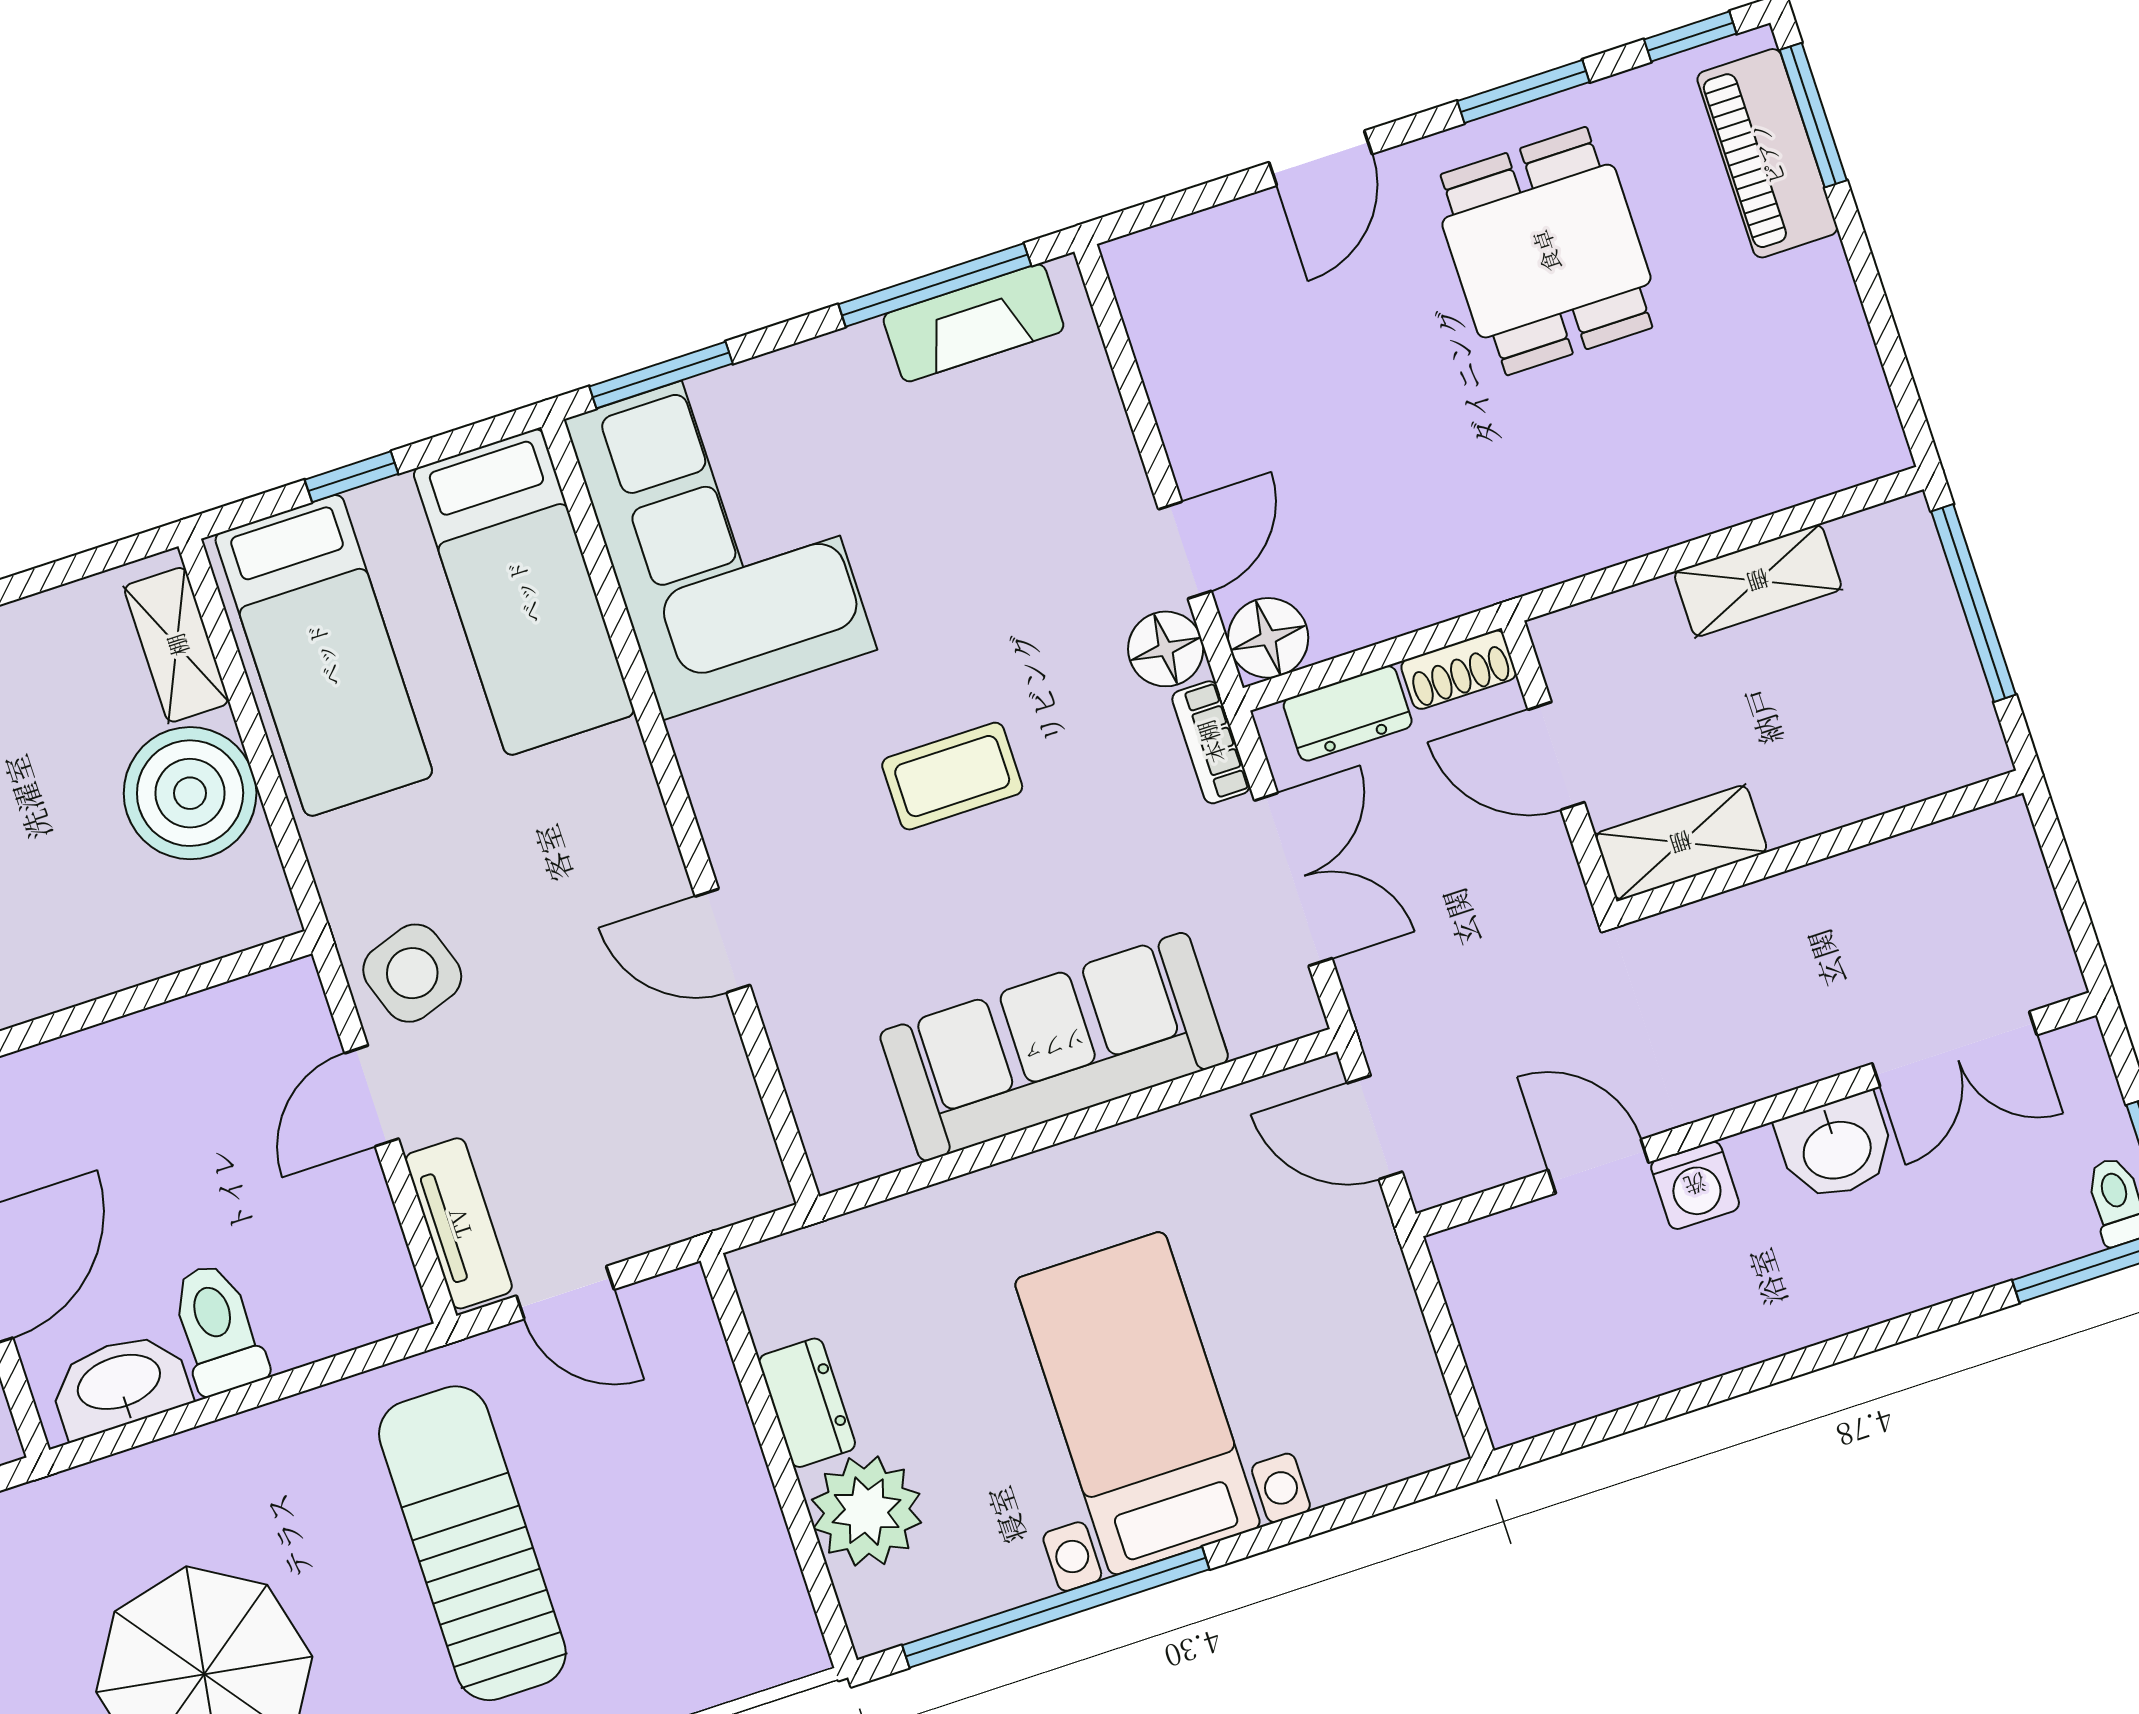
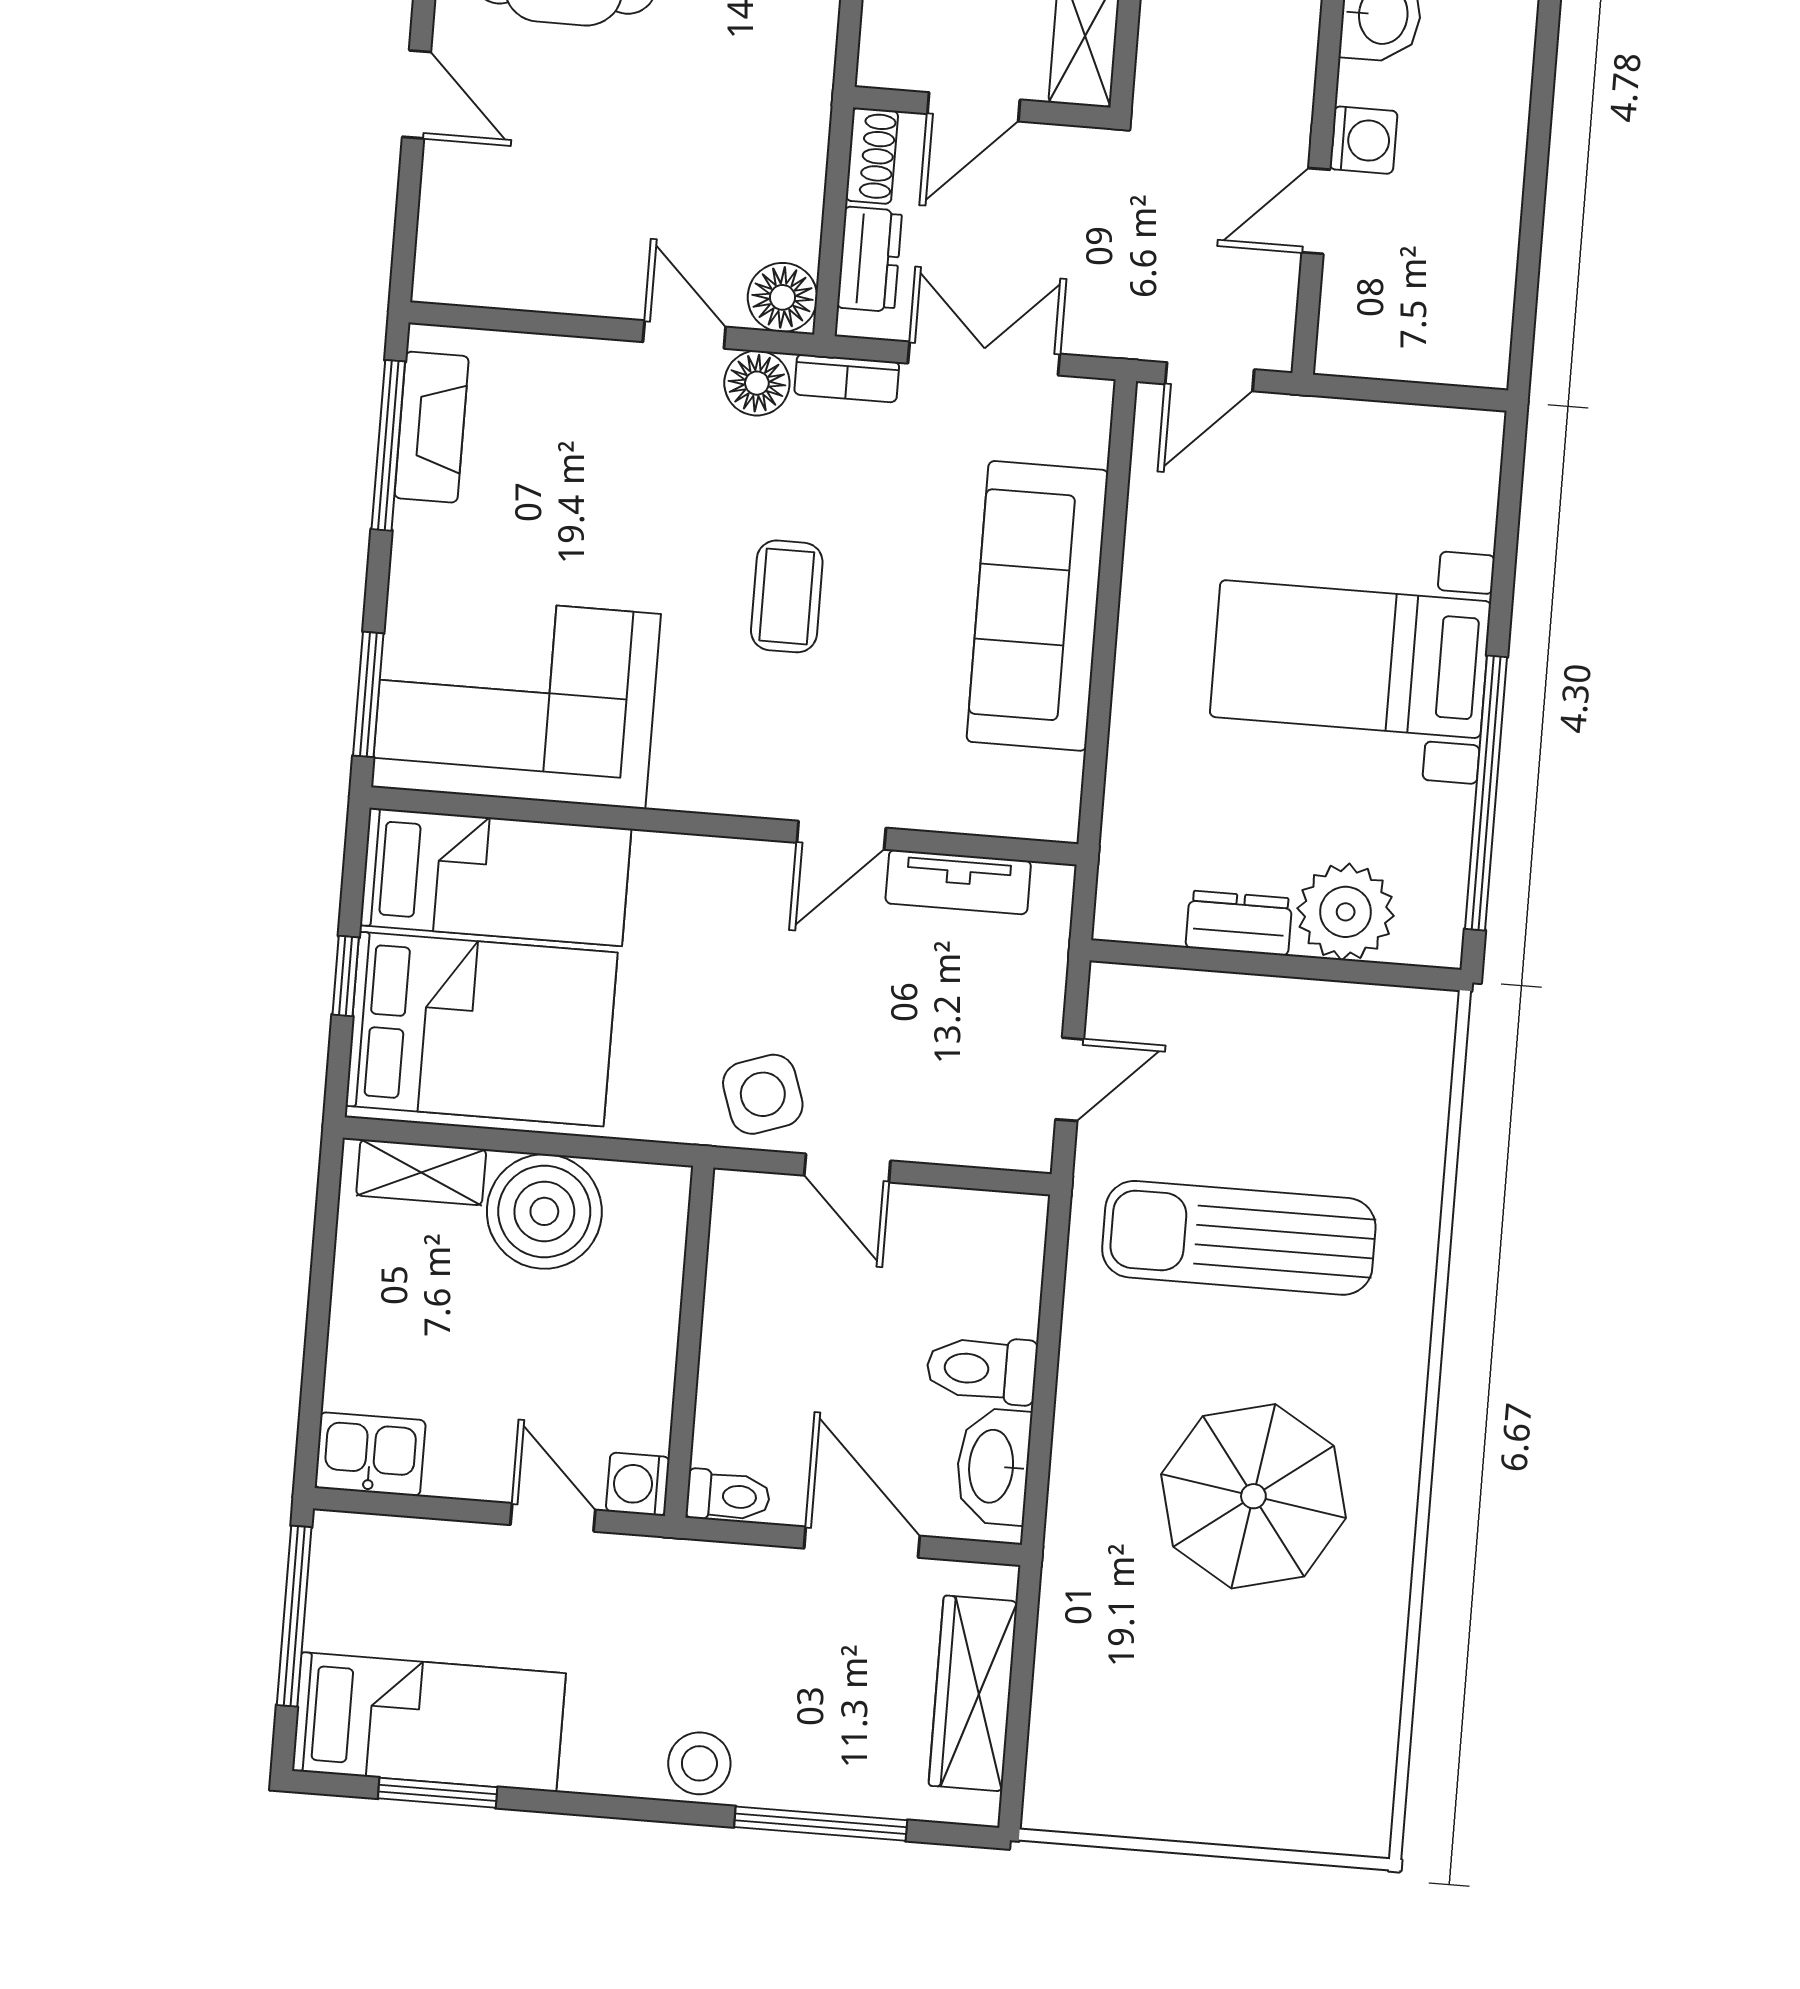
bed: (324, 655) -> (481, 1029), width x1.50
tv unit: (459, 1223) -> (958, 882), moved, turned 180

